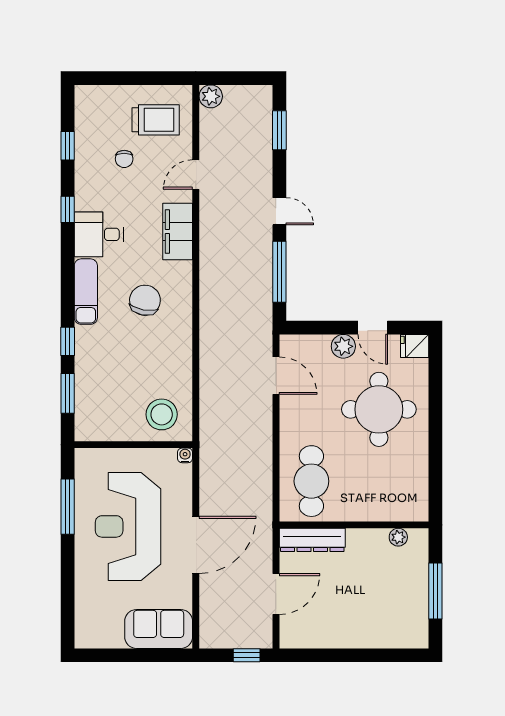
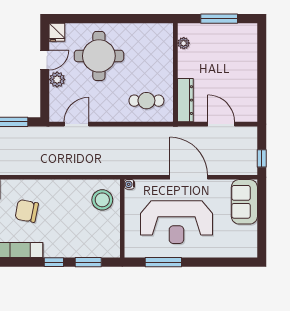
cafe table: (311, 481) -> (146, 101), width x0.73, depth x0.74
window: (247, 655) -> (262, 158), moved

